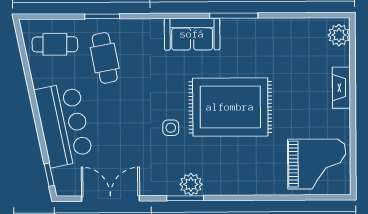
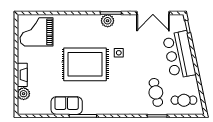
sofa: (192, 34) -> (67, 106), moved
plant: (339, 35) -> (24, 94), moved

